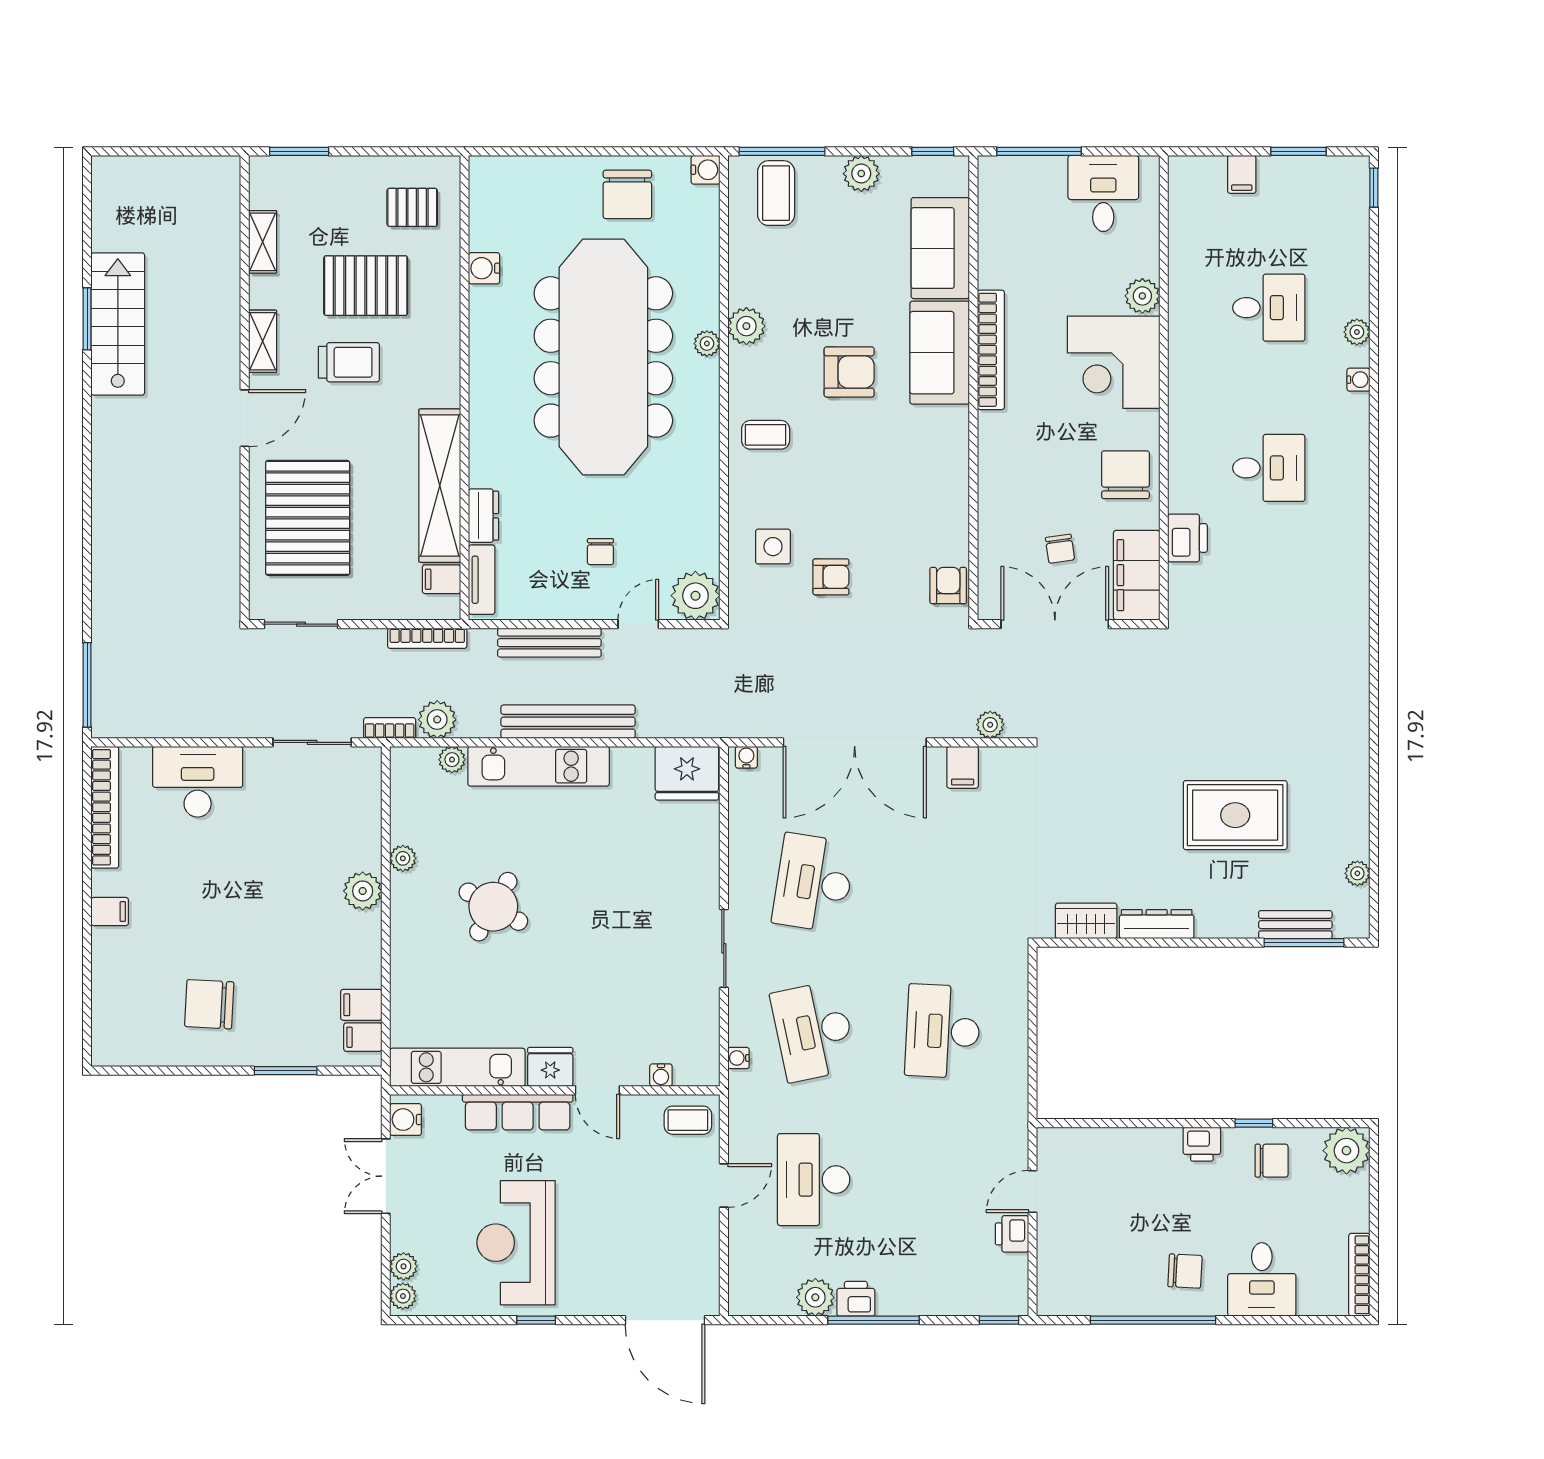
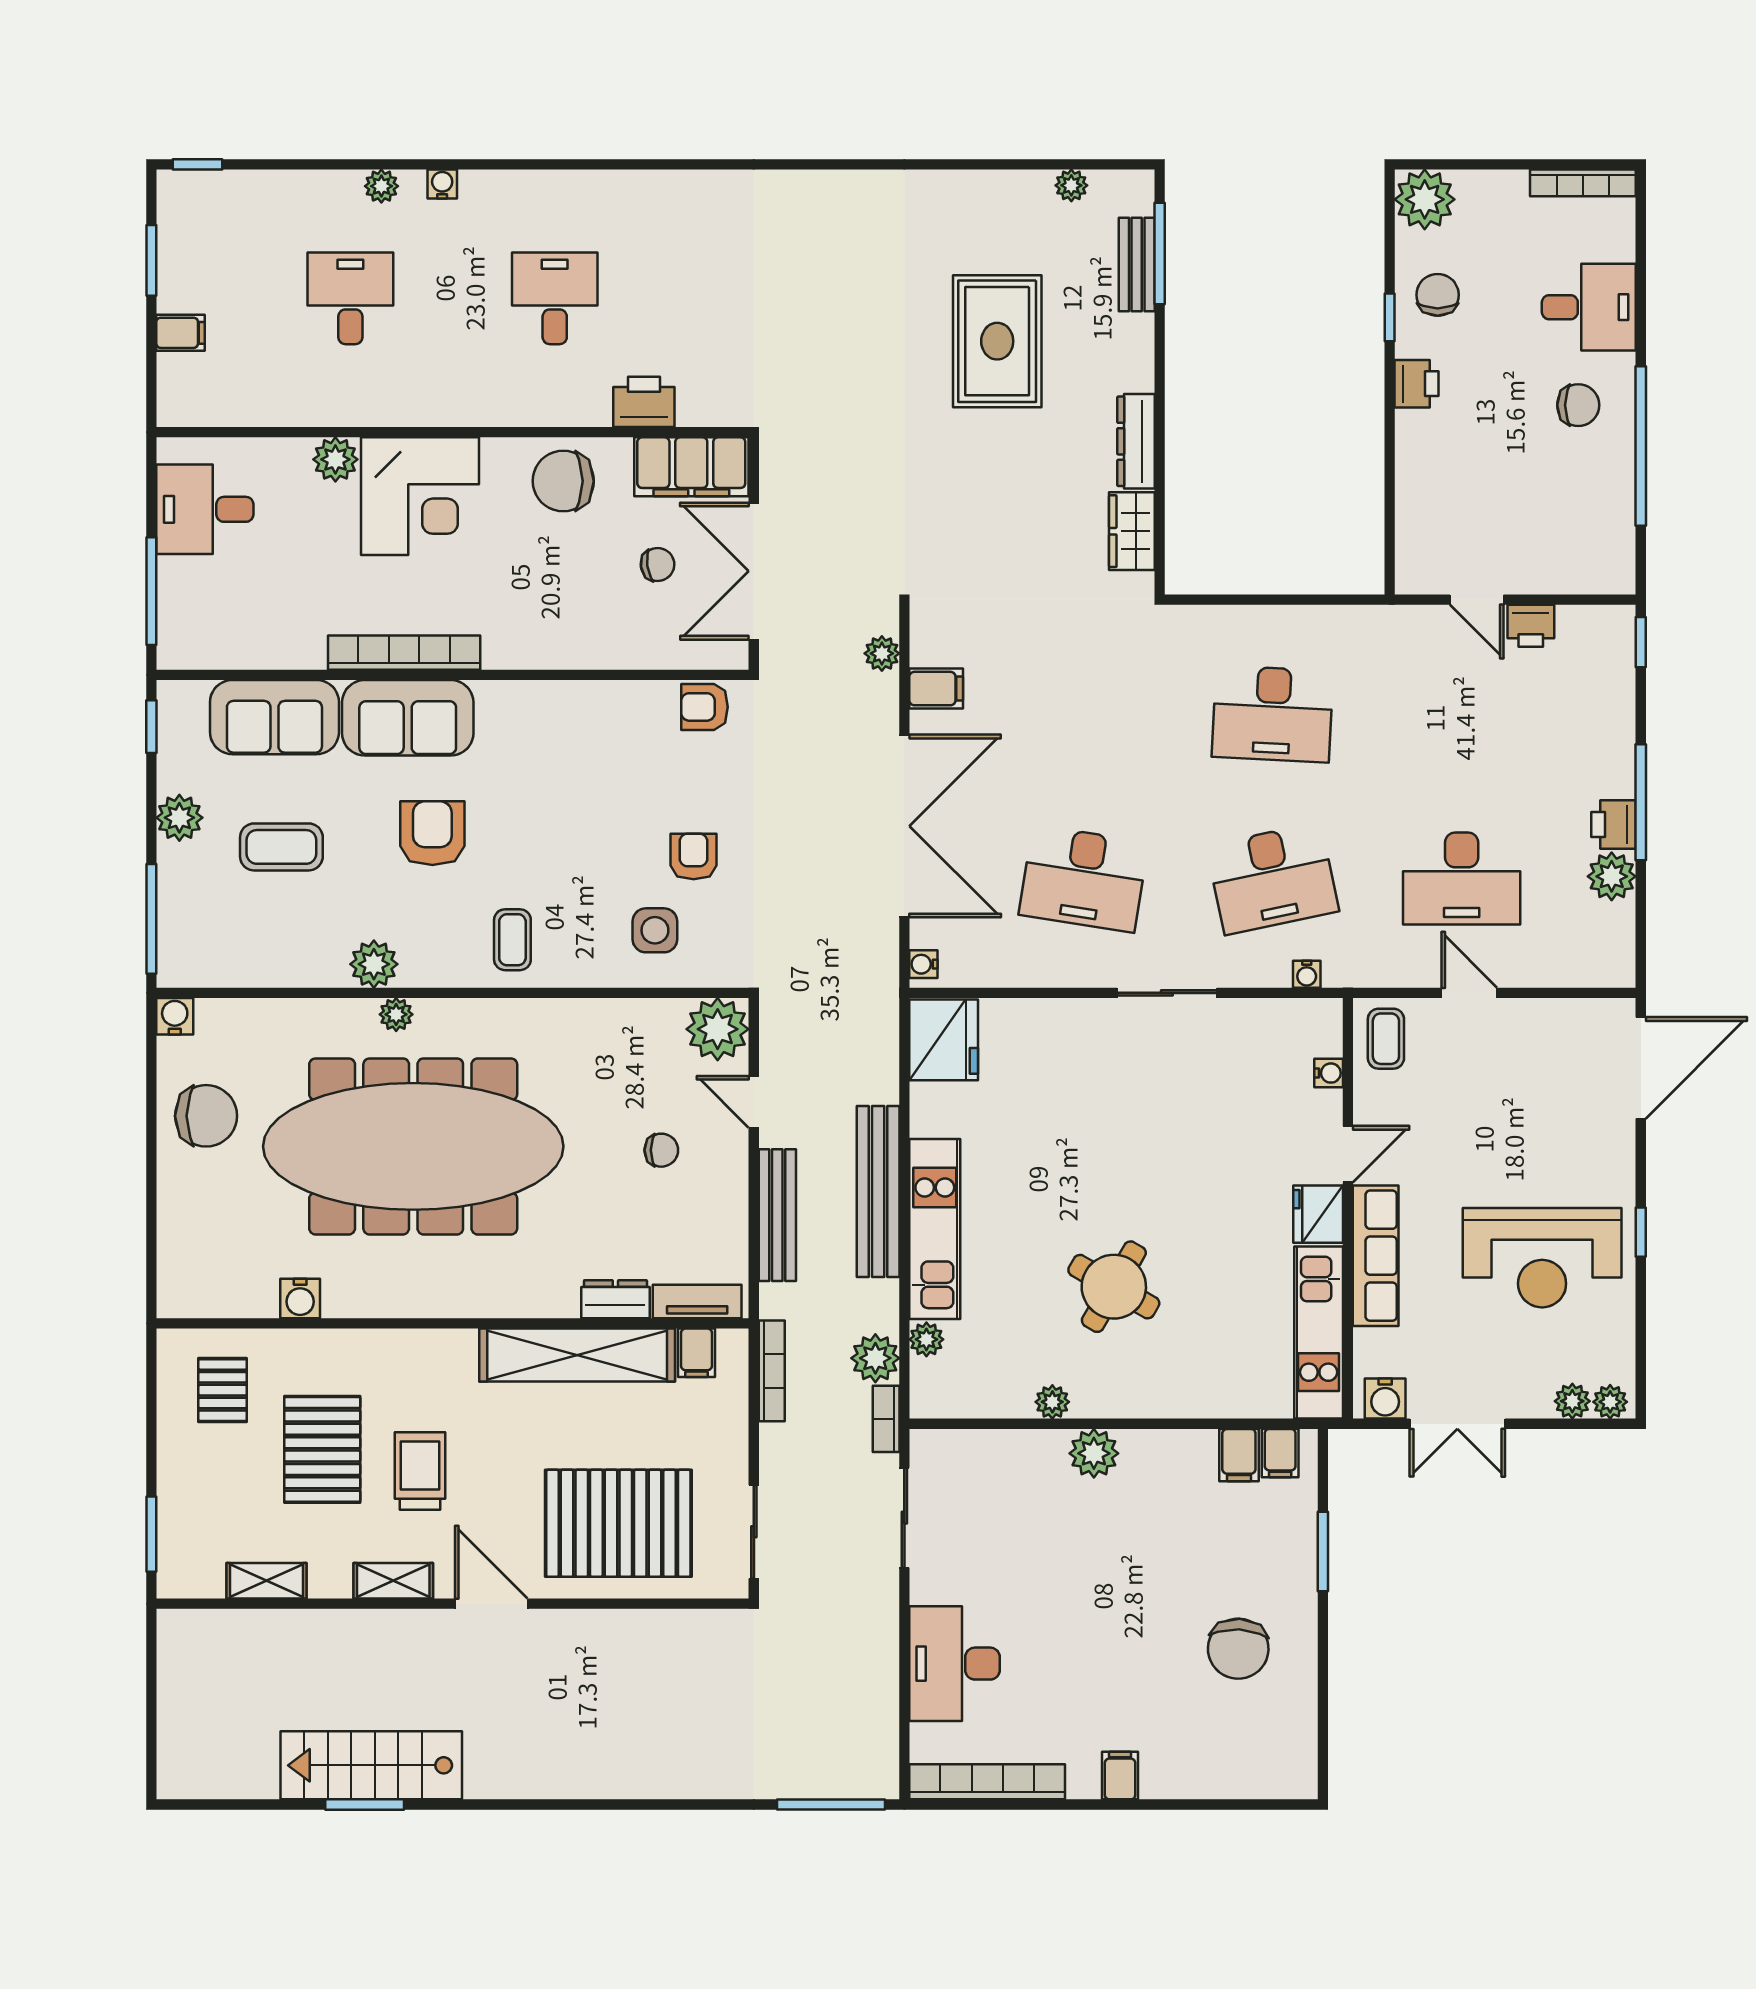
coffee table: (776, 193) -> (281, 847), moved
chair: (1185, 1271) -> (1578, 405), turned 87

